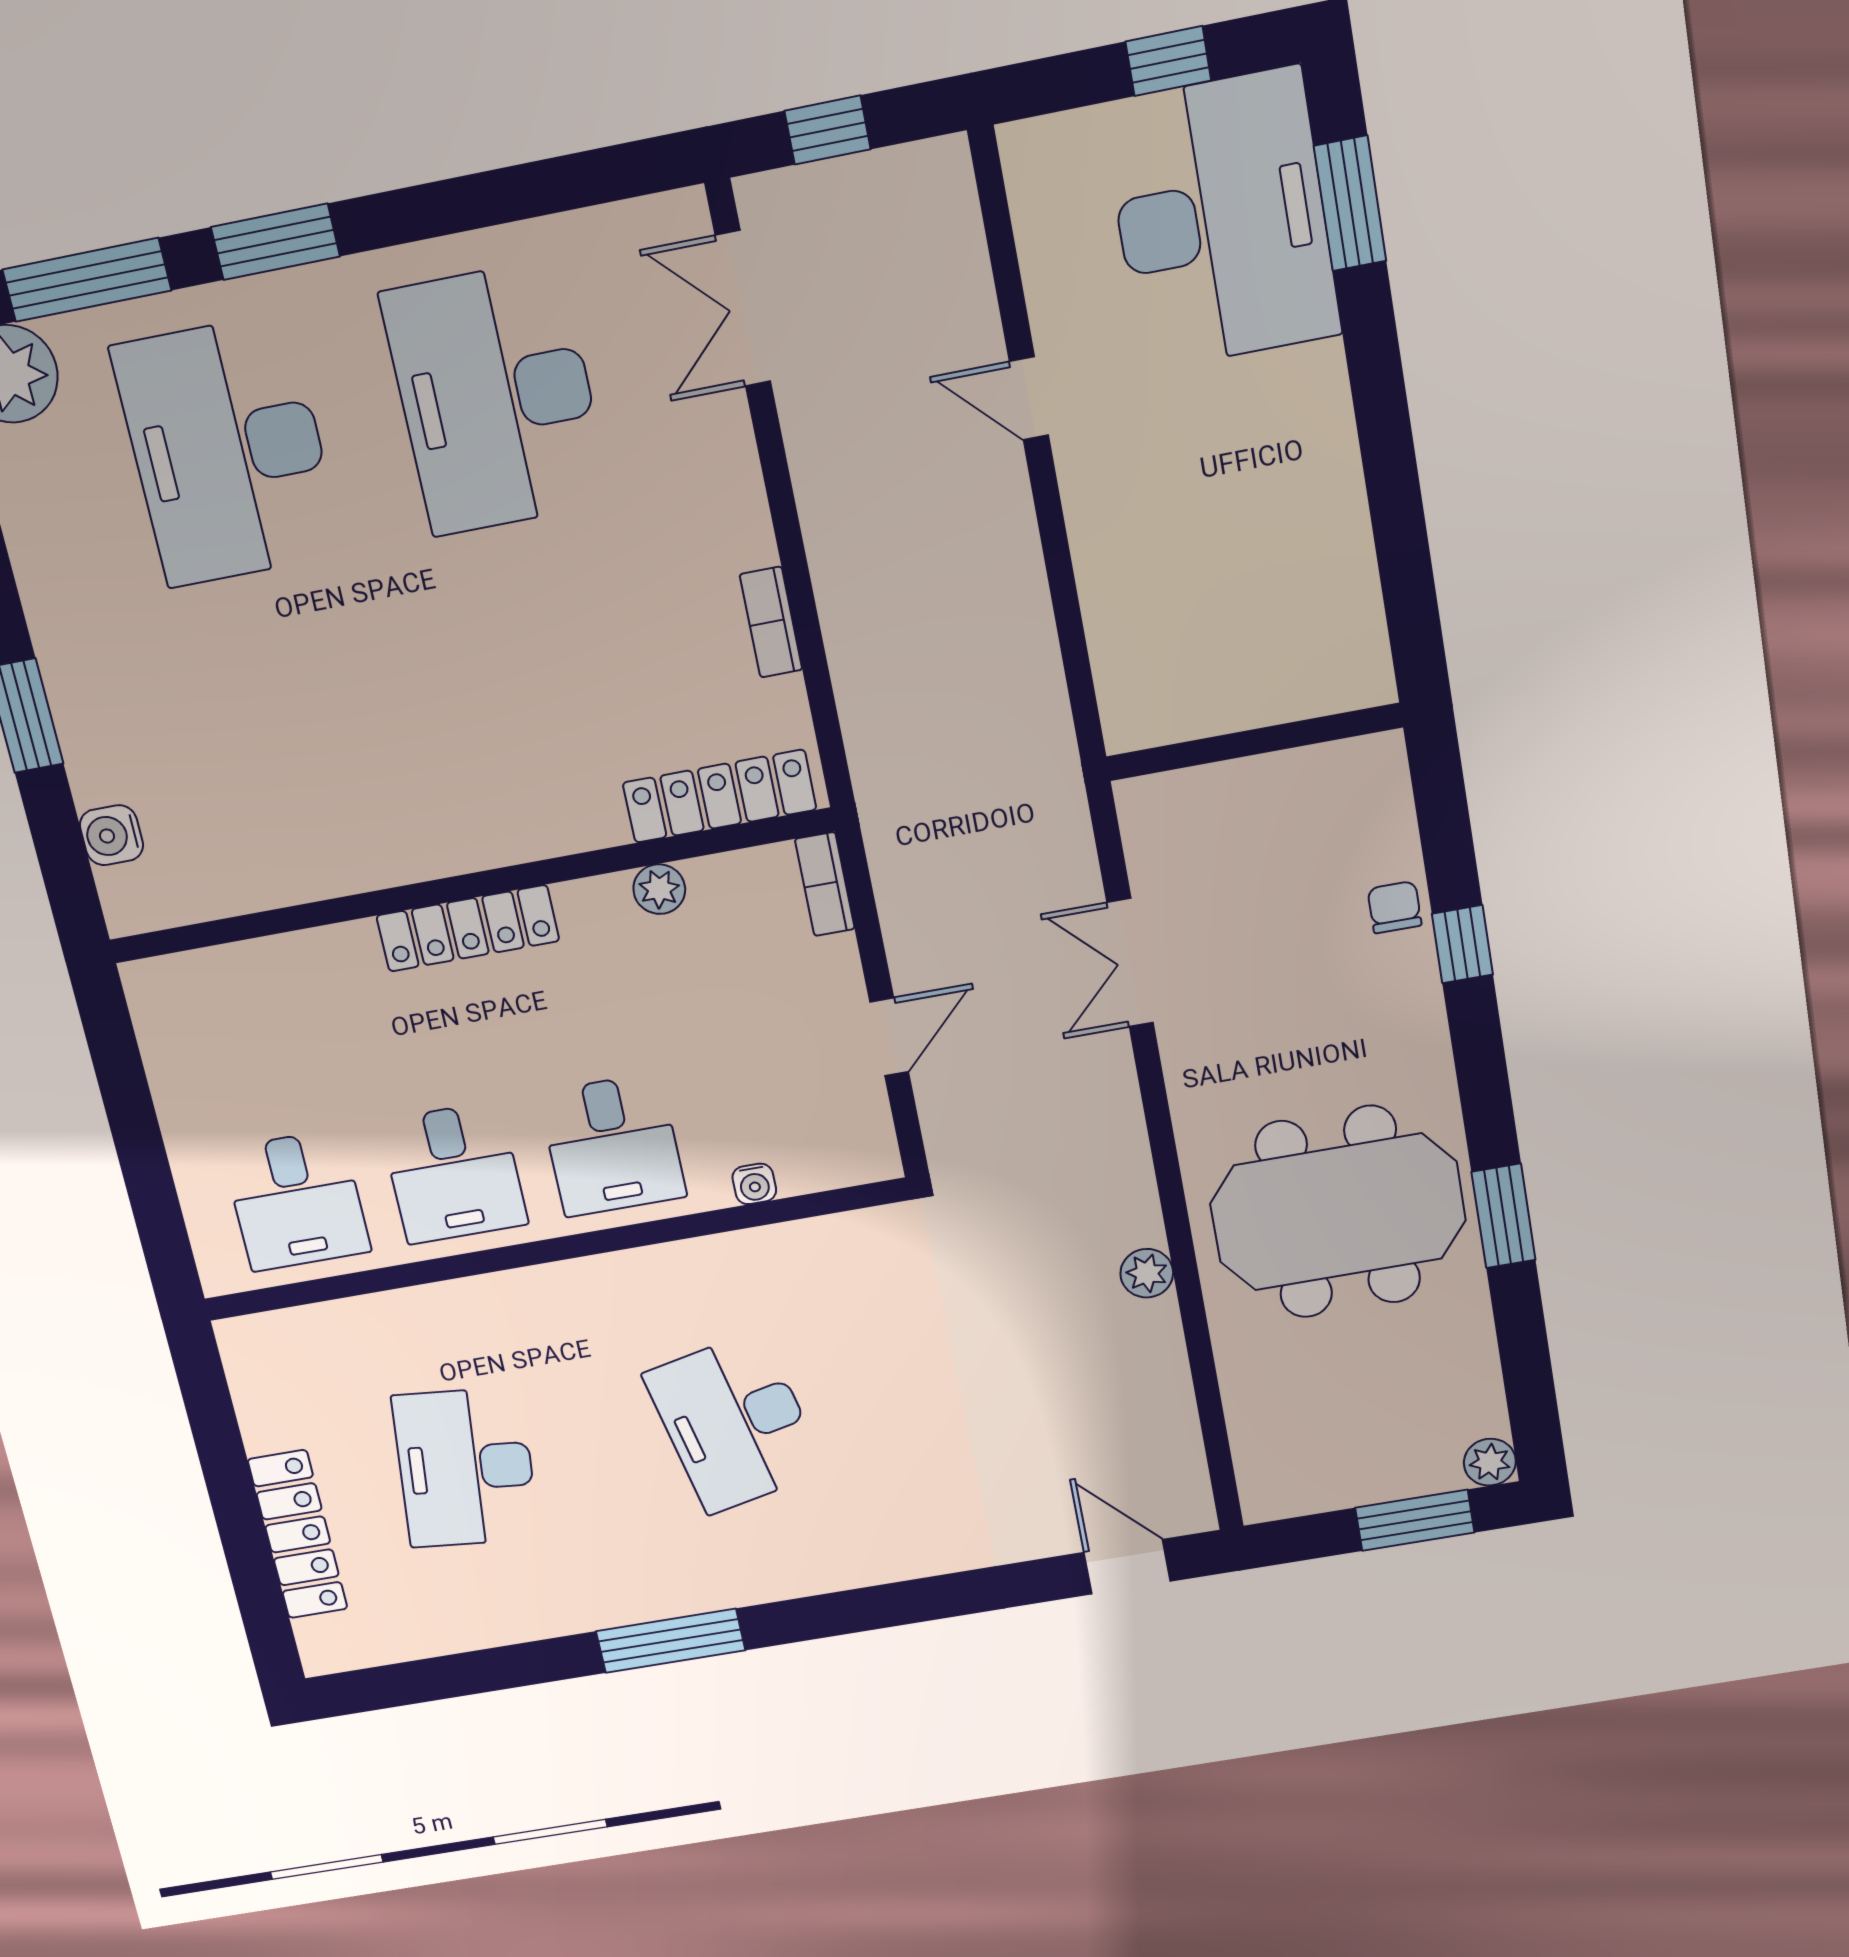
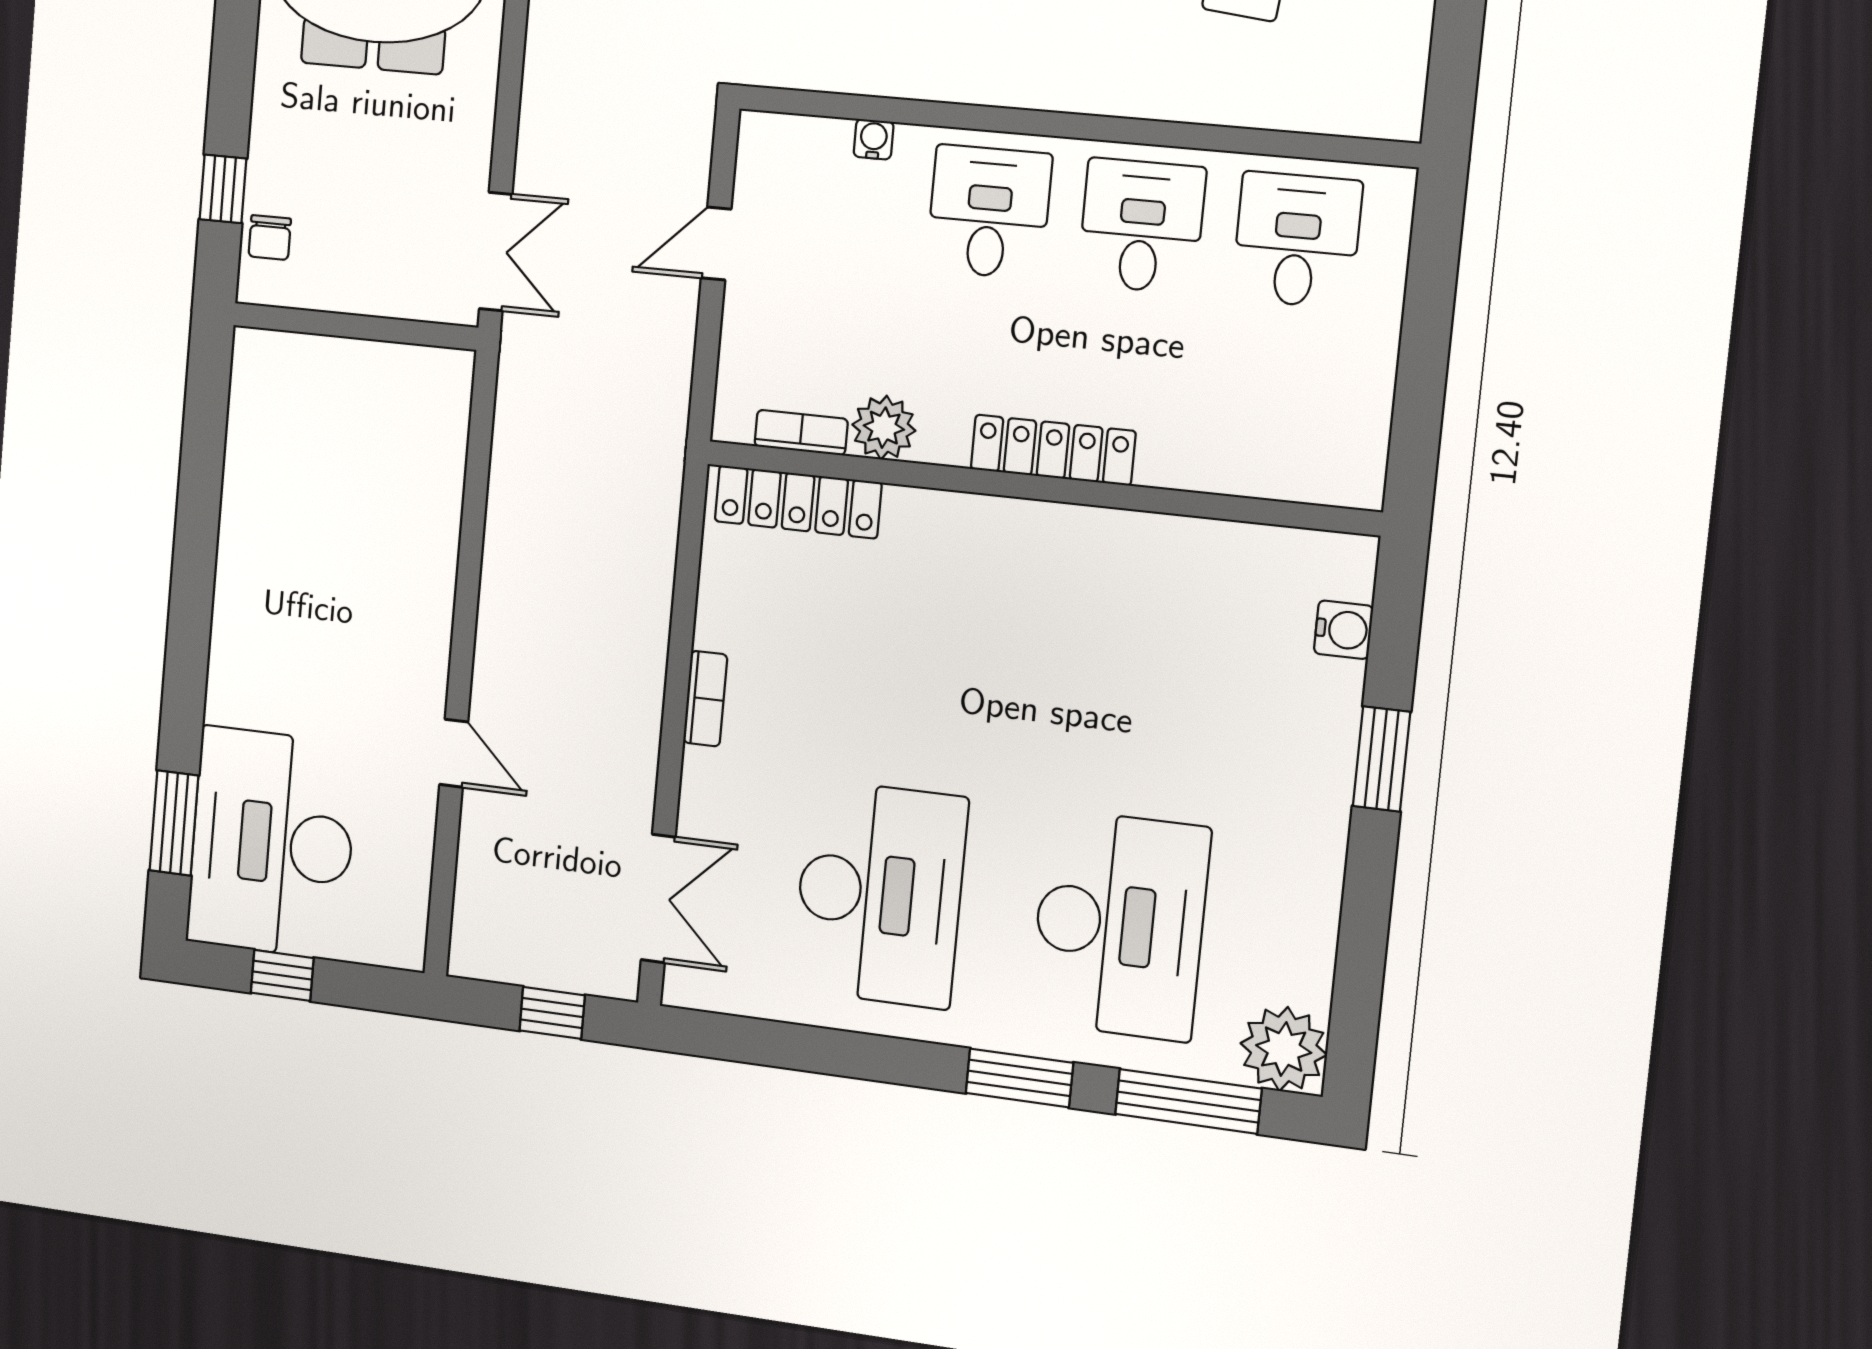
bookcase: (771, 622) -> (705, 699), moved
wall: (1254, 742) -> (355, 326), moved
bookcase: (825, 884) -> (801, 433), moved, turned -90
plant: (659, 889) -> (884, 428), width x1.38, depth x1.38

